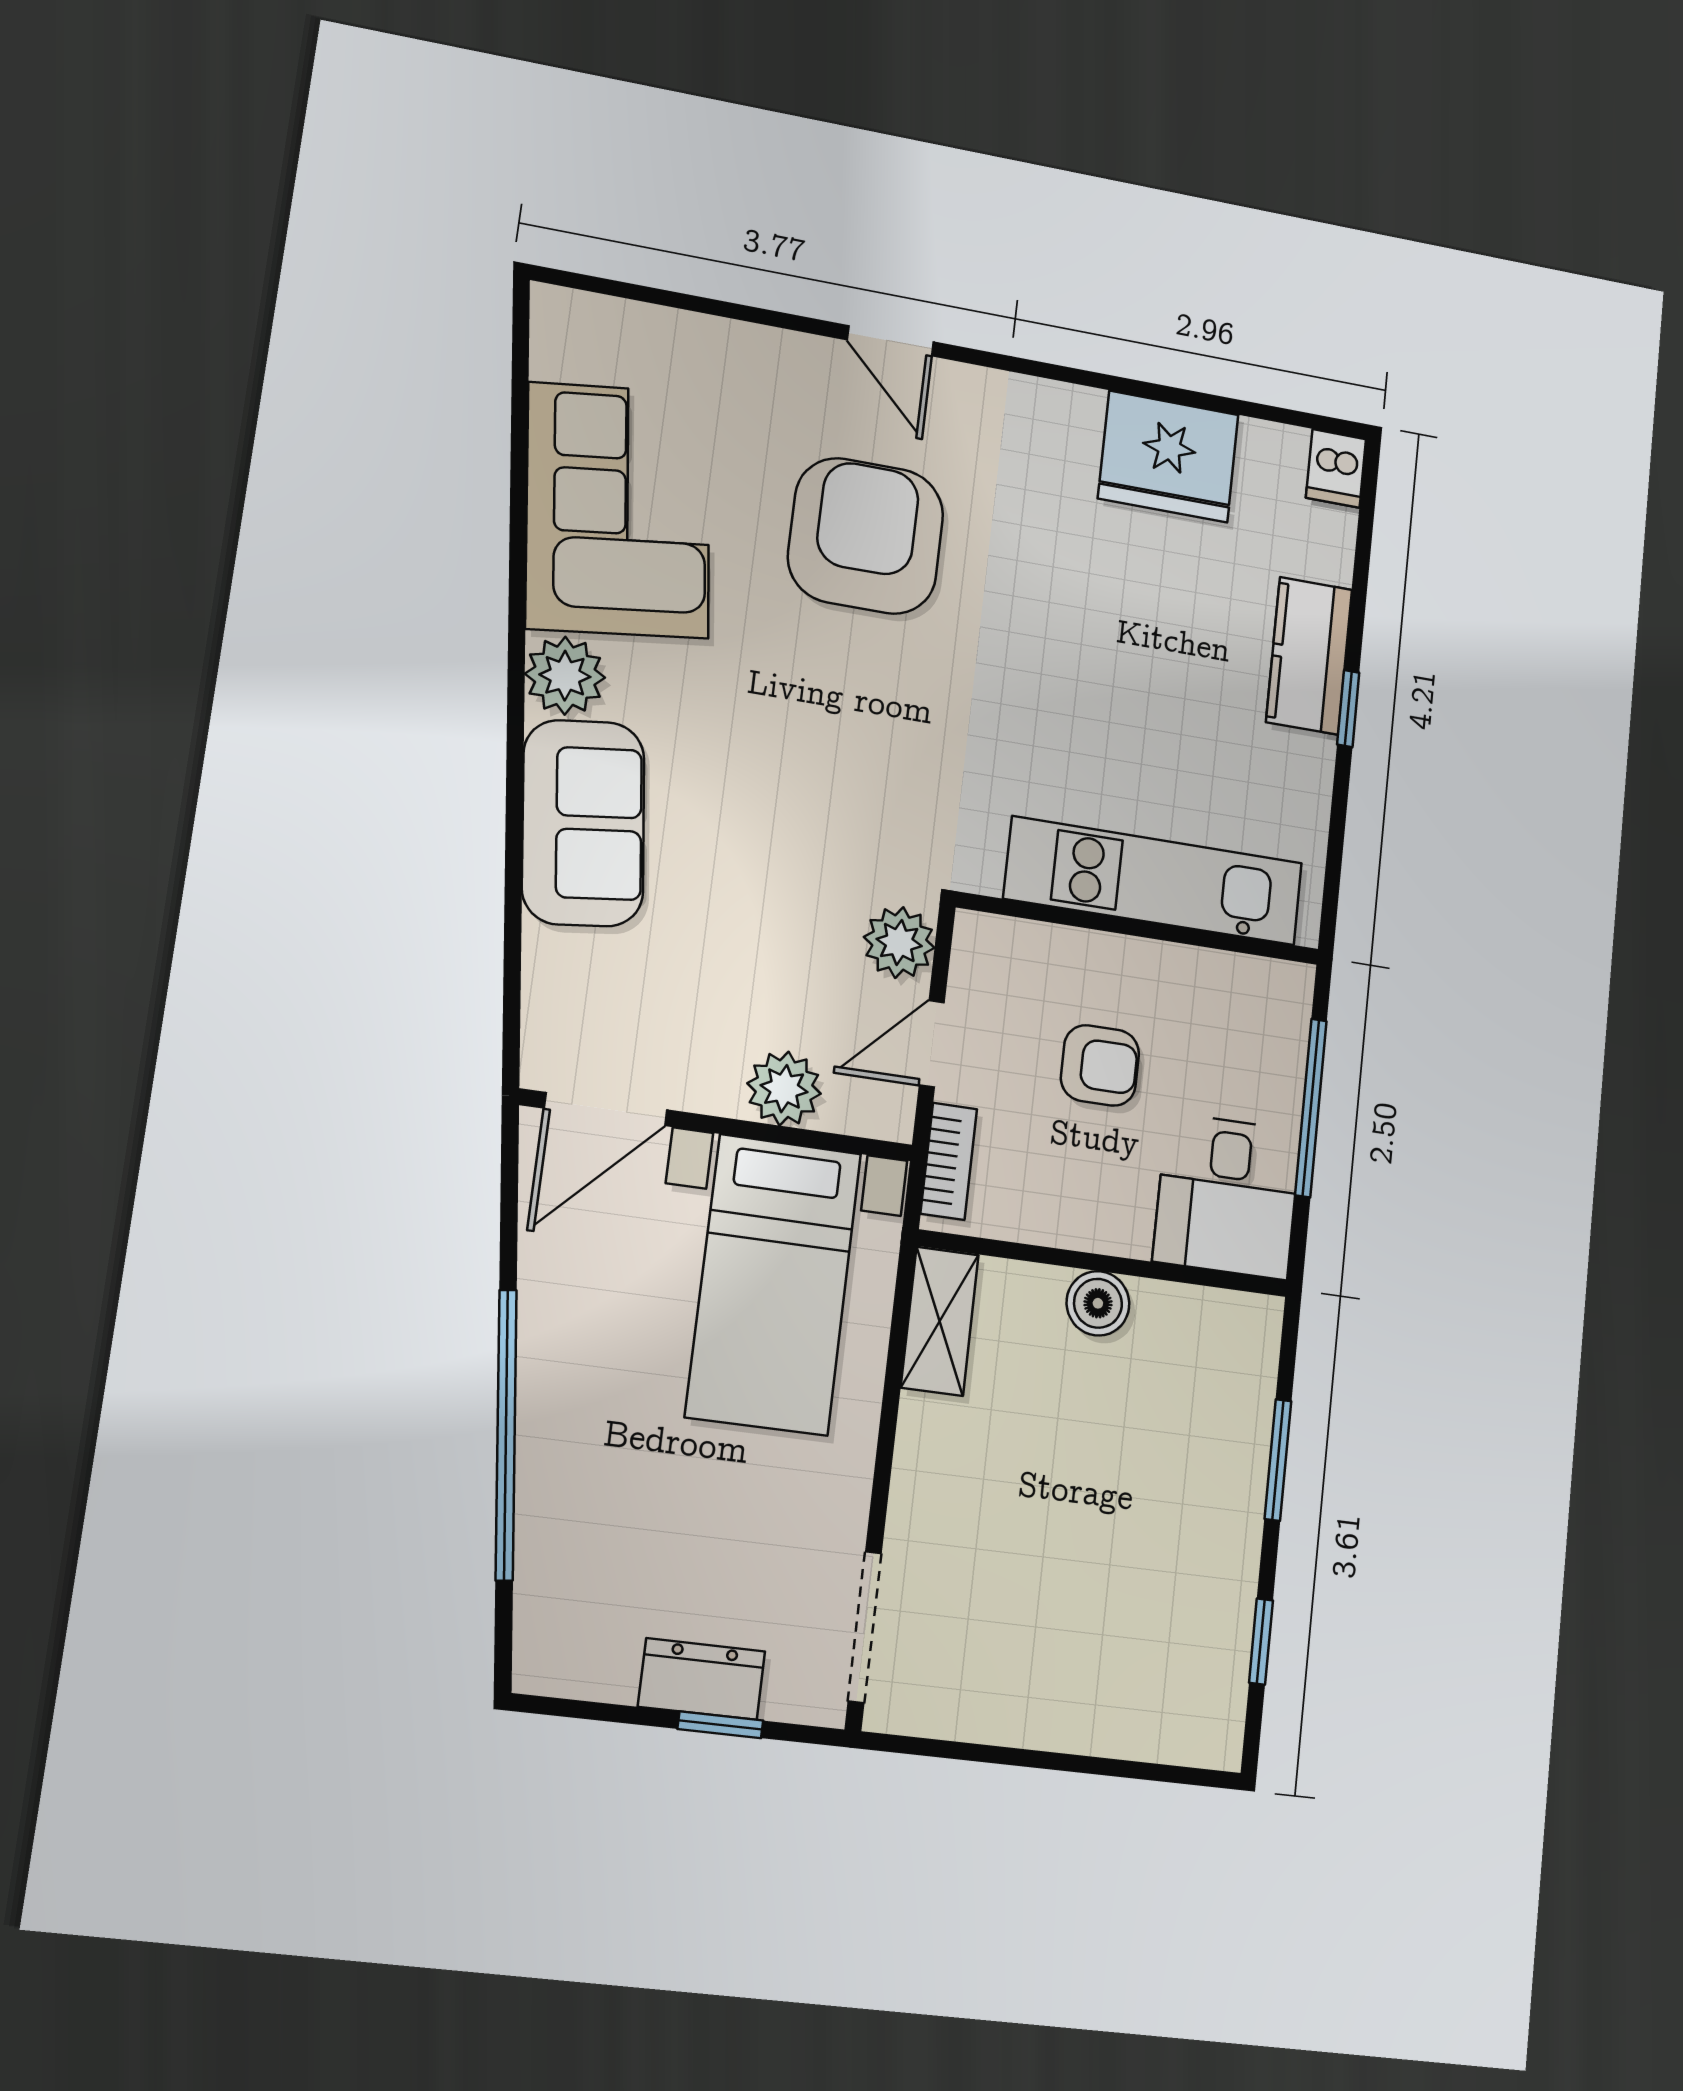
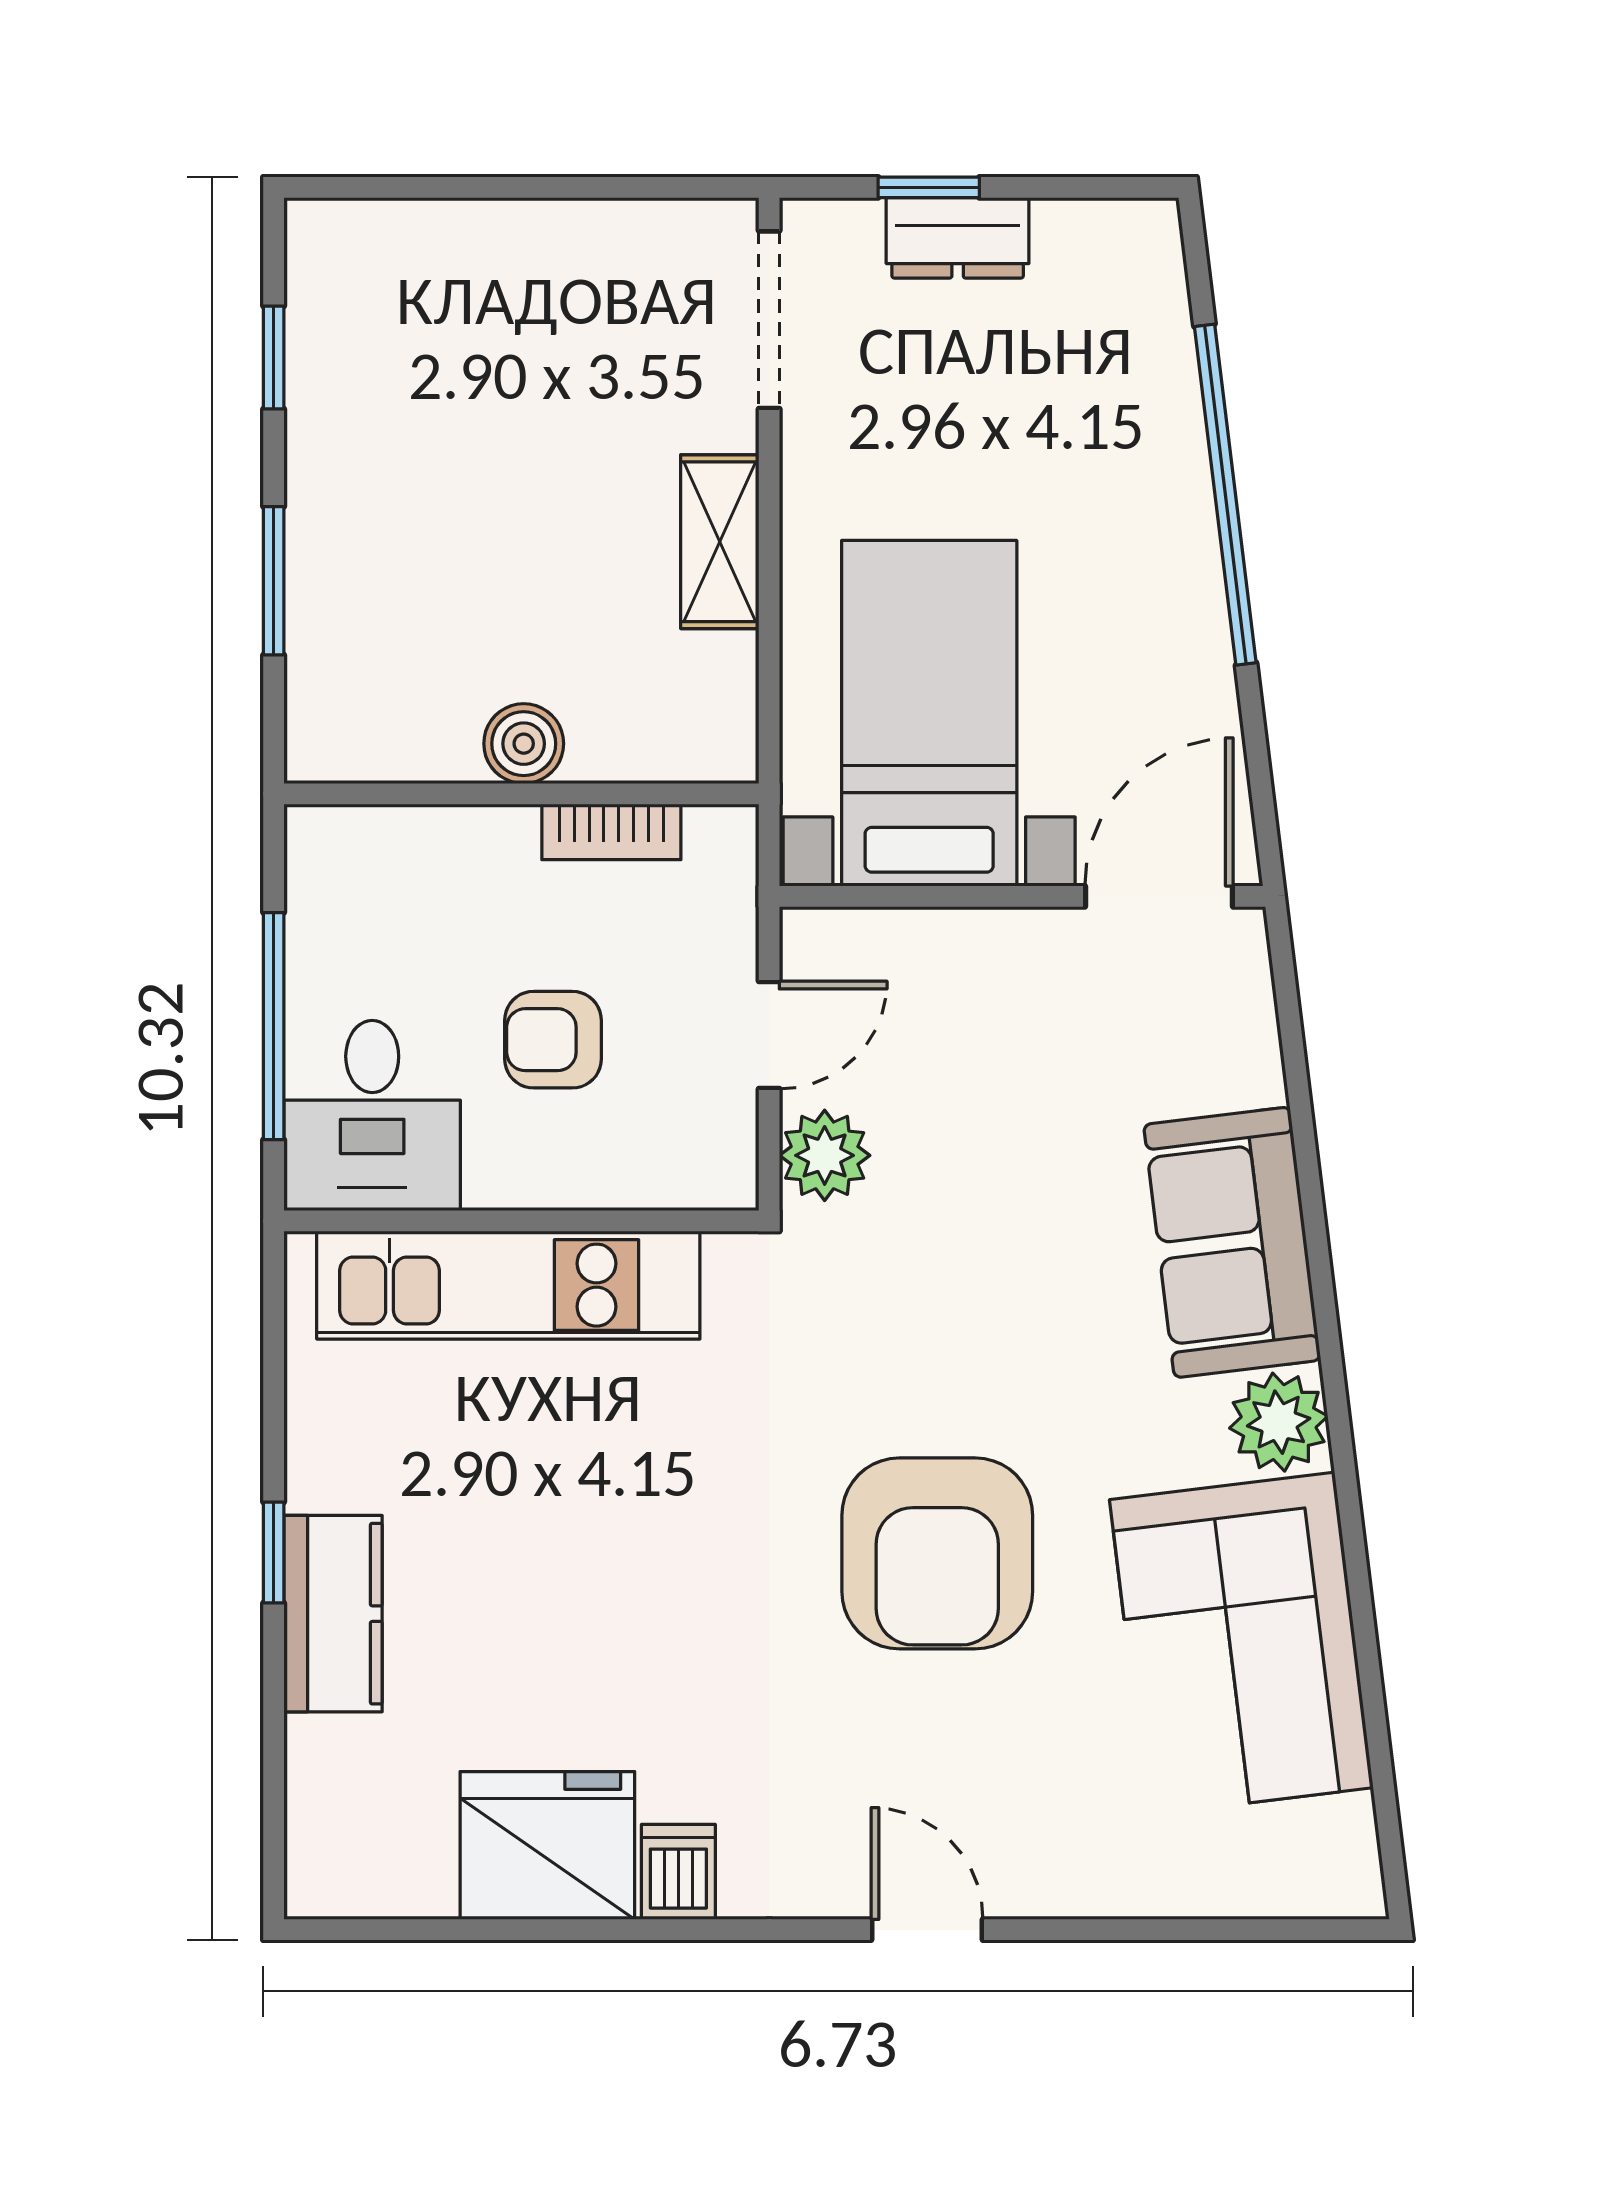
dishwasher: (1336, 468) -> (678, 1872), moved
armchair: (866, 536) -> (937, 1553), moved
plant: (784, 1089) -> (946, 953), removed
bookcase: (949, 1161) -> (611, 832), moved, turned -90
desk: (1227, 1196) -> (372, 1115), moved, turned 180
shelving: (940, 1321) -> (720, 542), moved

